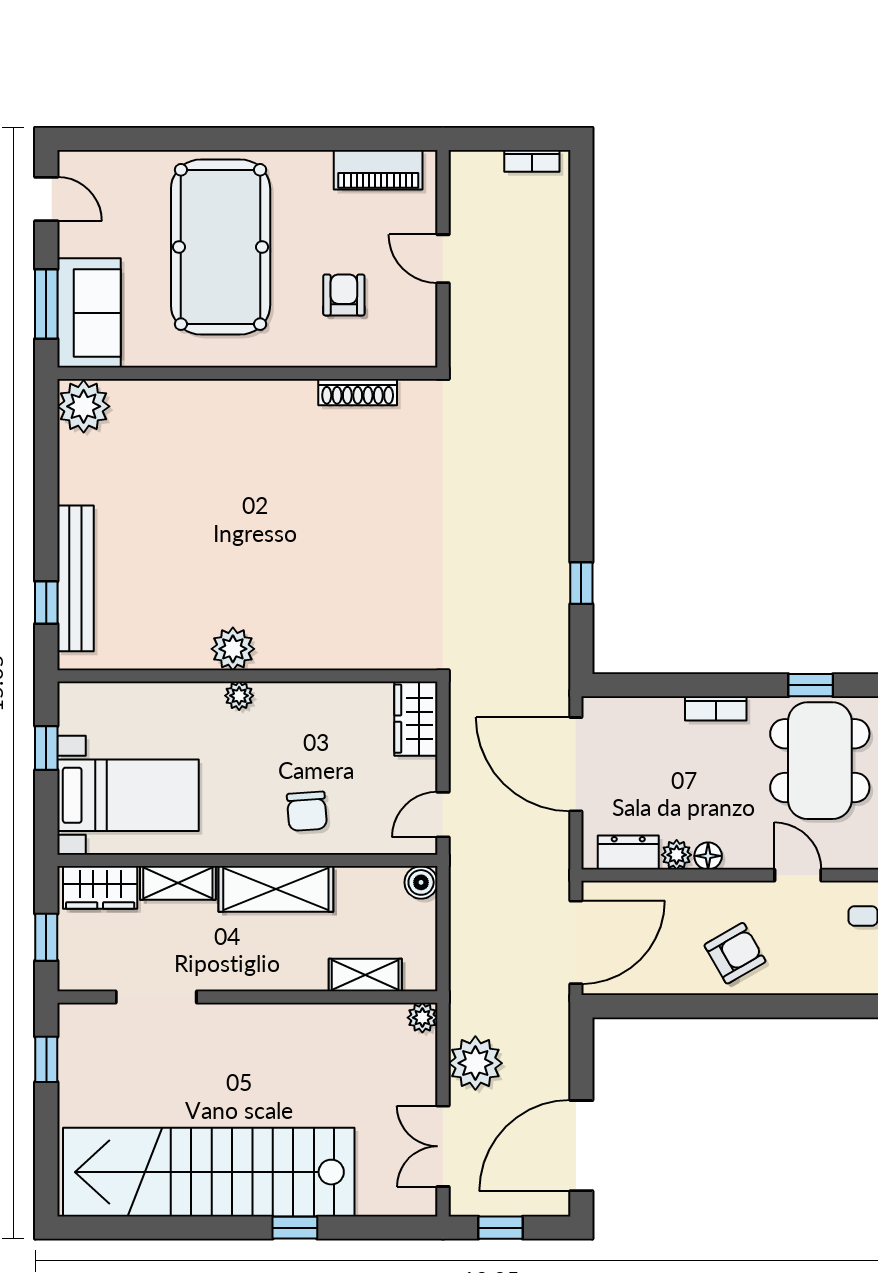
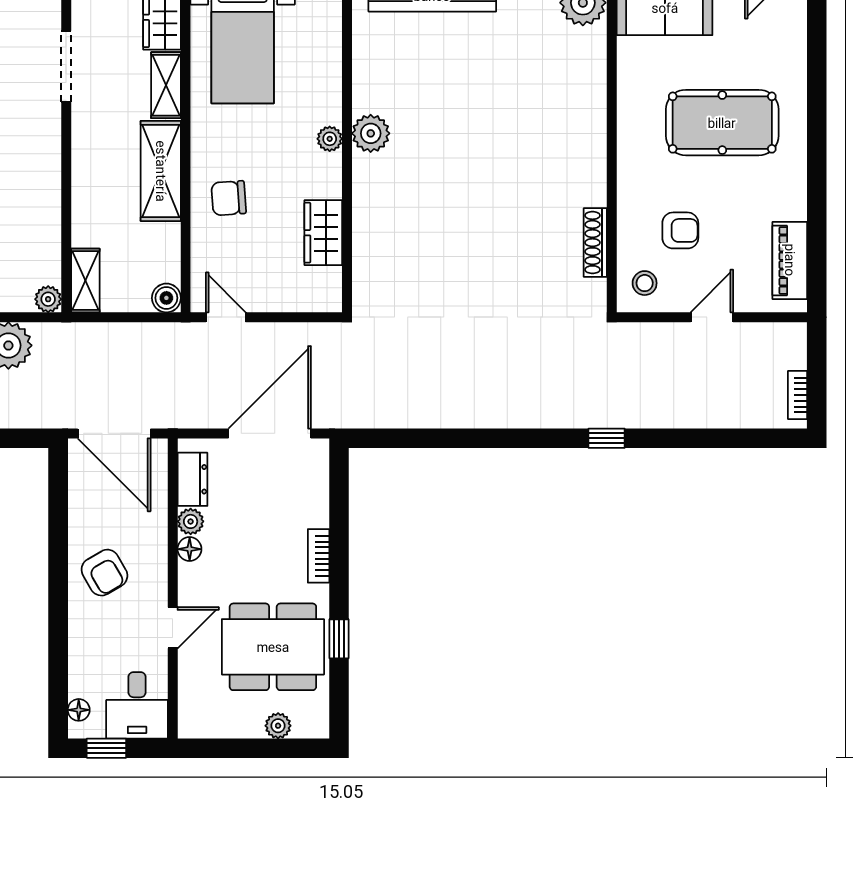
pool table: (221, 247) -> (722, 123), width x0.73, depth x0.76
stool: (404, 336) -> (645, 283), added
window: (581, 583) -> (607, 438), moved
wardrobe: (416, 719) -> (323, 233), moved, turned -90
shelving: (365, 975) -> (85, 281), moved

